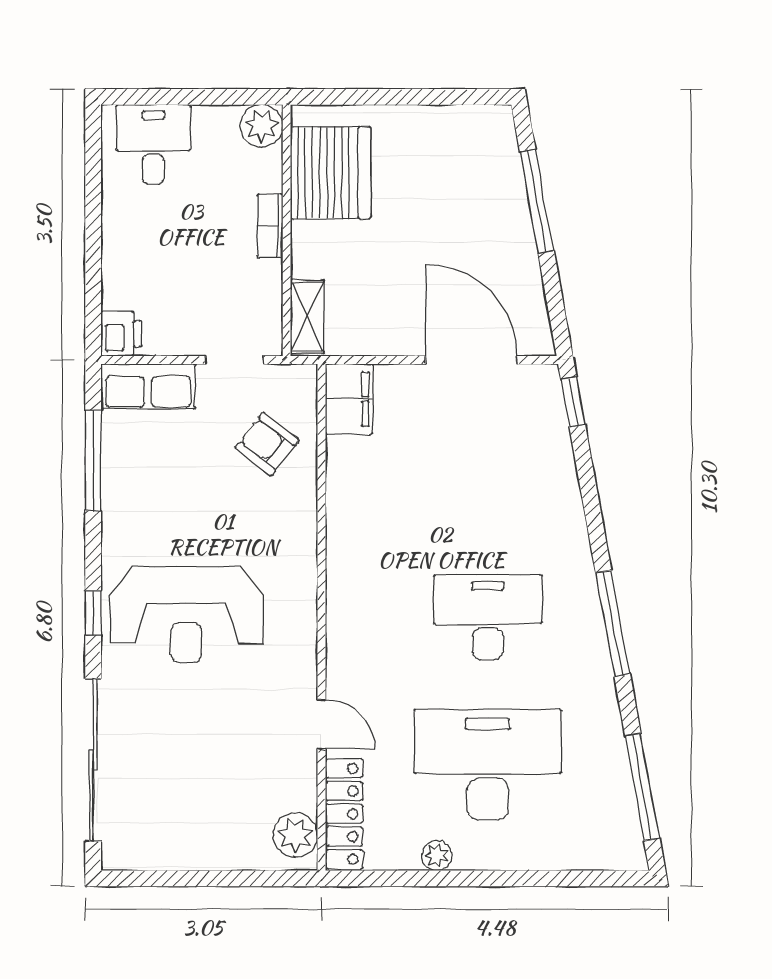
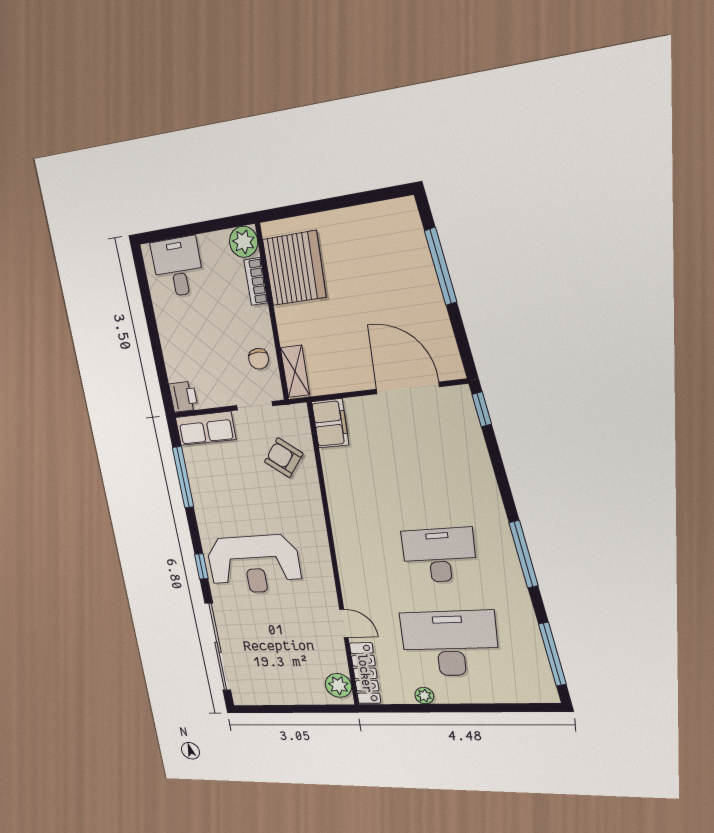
bookcase: (270, 226) -> (256, 281), moved
chair: (254, 291) -> (259, 359), added

